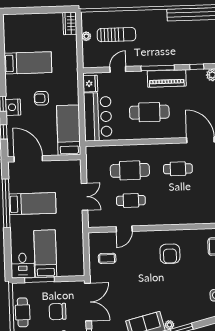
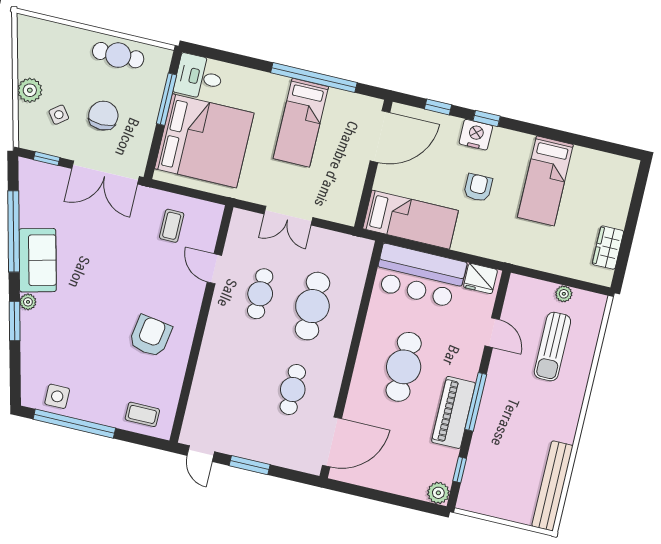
wardrobe: (70, 23) -> (608, 248), moved, turned -90
bed: (45, 254) -> (204, 141), width x2.04
armchair: (170, 254) -> (150, 336), turned 99

